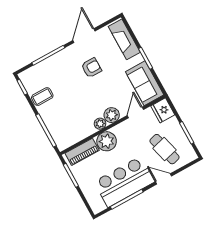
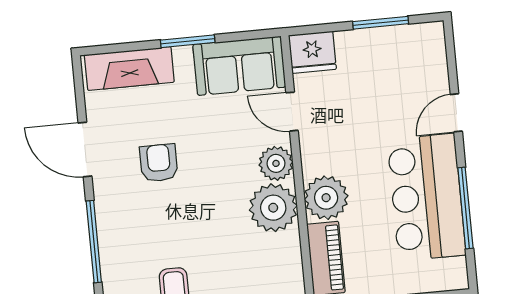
plant: (100, 124) -> (273, 208), width x1.88, depth x1.88
cafe table: (164, 149) -> (395, 84), removed

